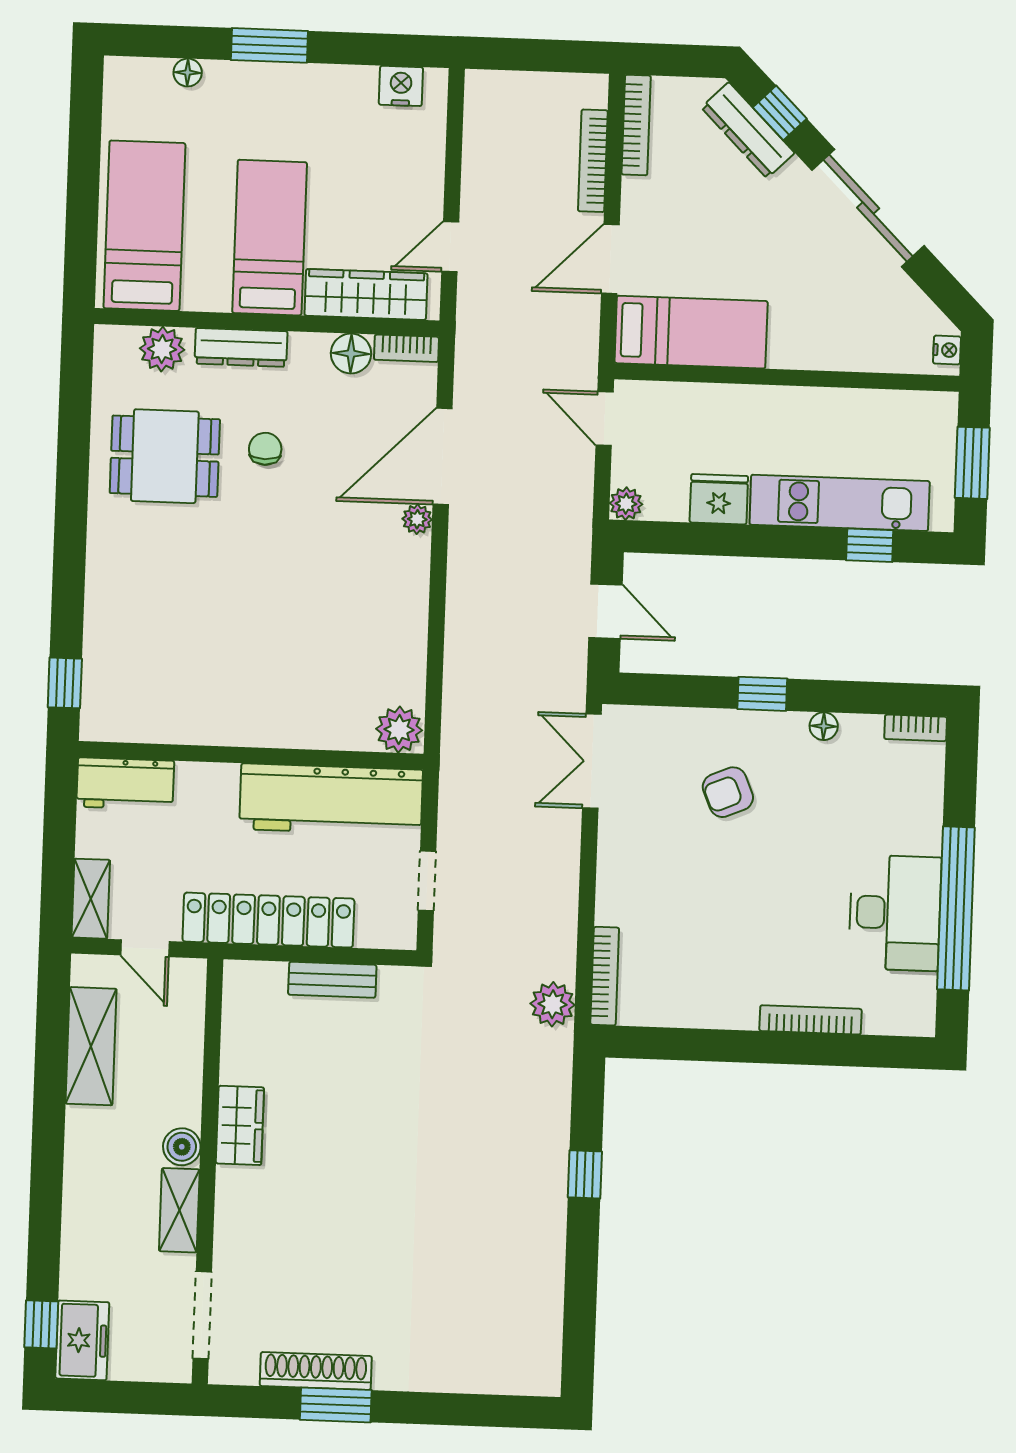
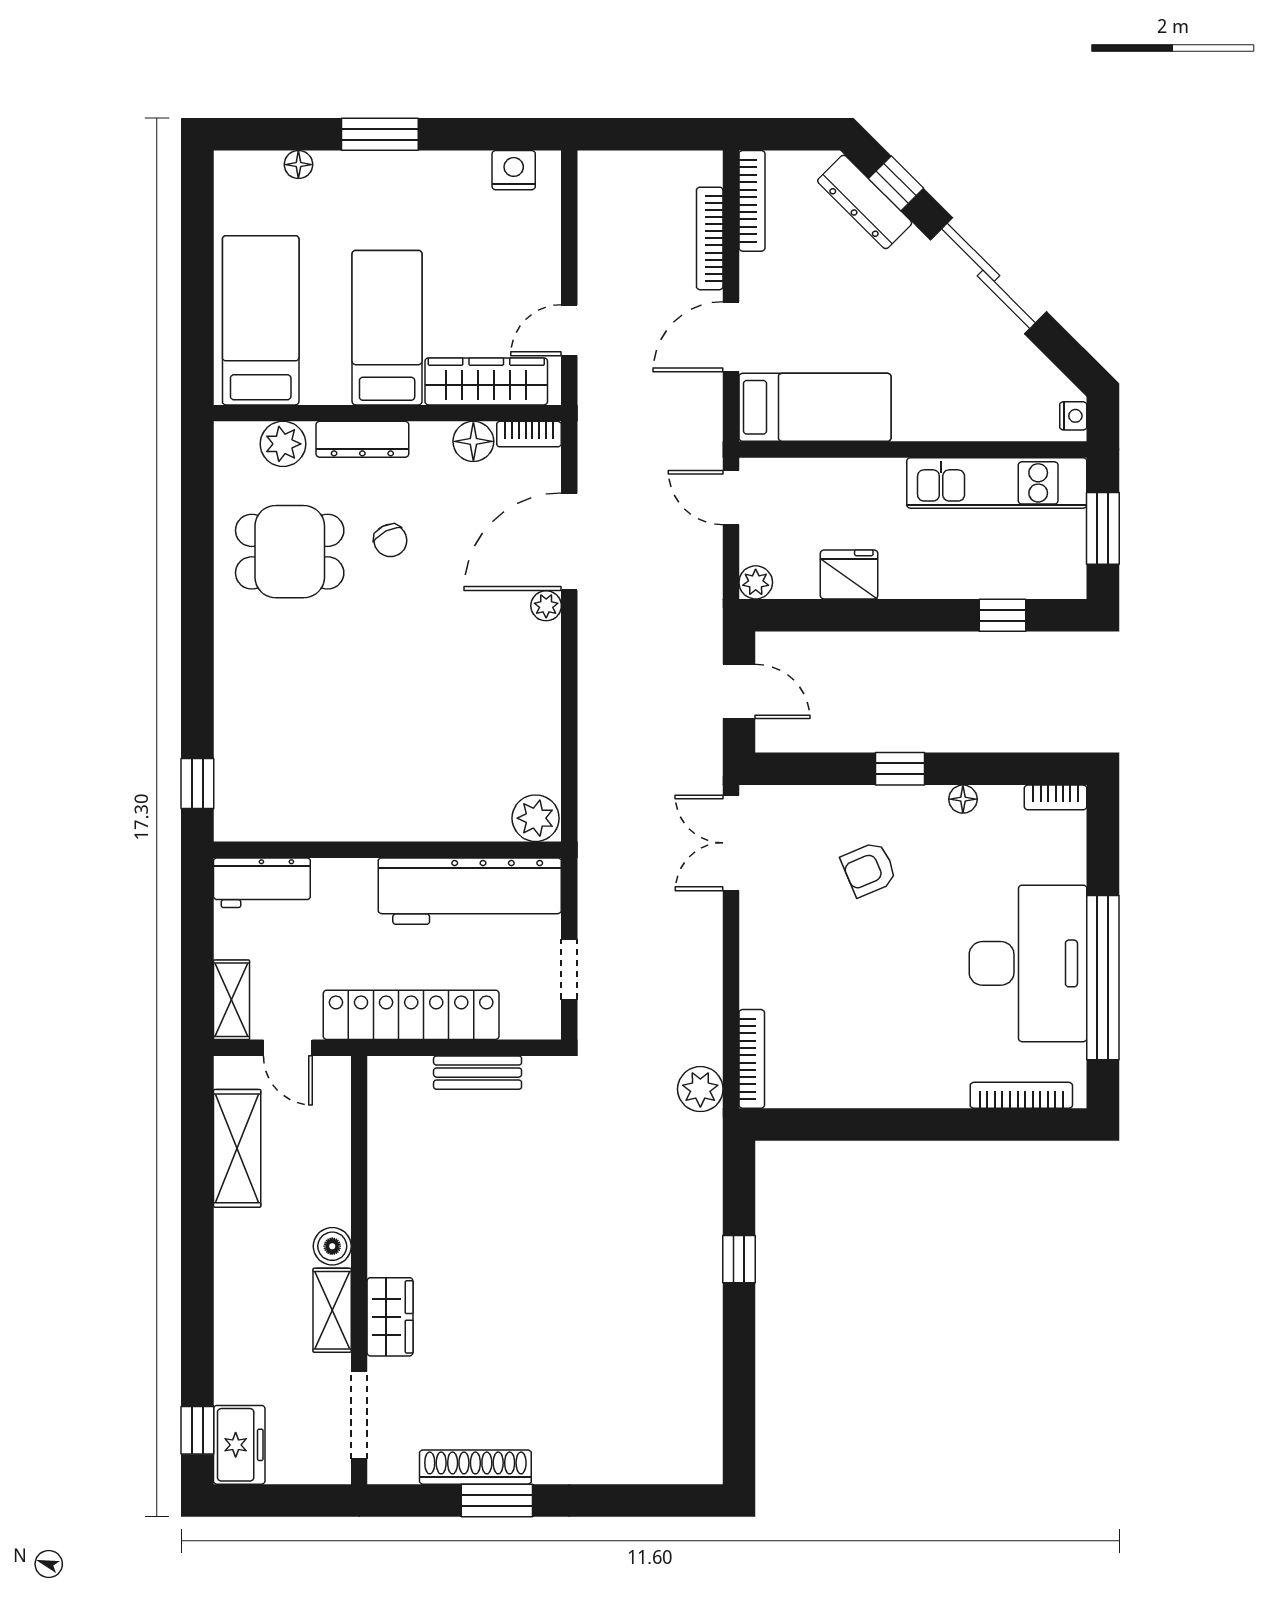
chair: (265, 449) -> (390, 540), turned 153
kitchen unit: (840, 503) -> (997, 483), moved, turned 180
desk: (895, 913) -> (1028, 963), width x1.36, depth x1.30
bookcase: (810, 1020) -> (1021, 1095), moved
wardrobe: (240, 1125) -> (390, 1317), moved

